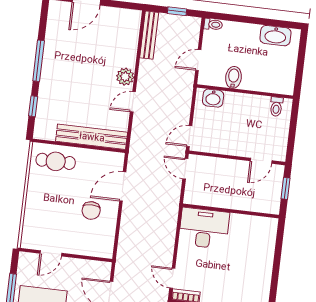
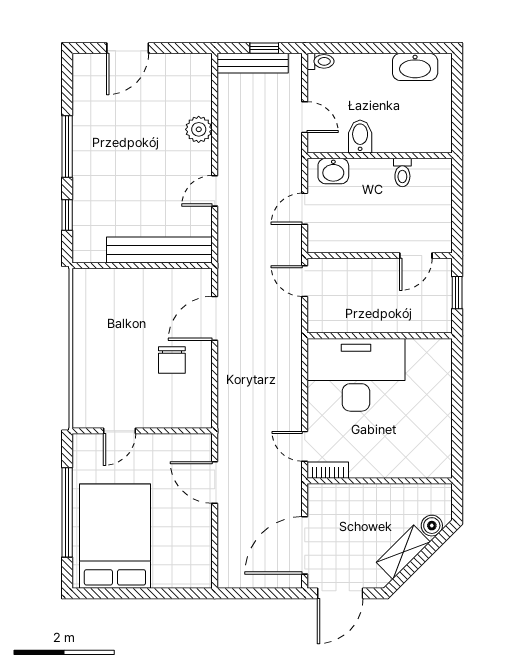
bench: (149, 35) -> (253, 63), moved, turned 90
door: (198, 60) -> (305, 117), swing flipped
plant: (125, 77) -> (199, 129), moved
toilet: (276, 107) -> (402, 173), moved
door: (189, 136) -> (305, 209), moved
cafe table: (56, 161) -> (110, 293), removed
desk: (204, 228) -> (356, 375), width x1.36, depth x1.30

